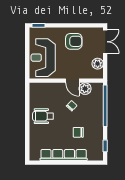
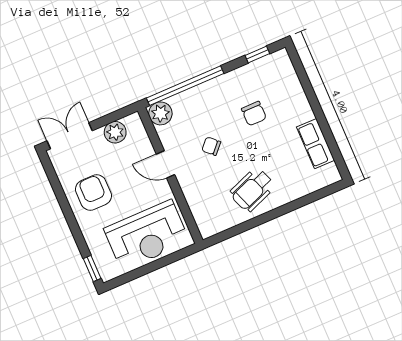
door: (72, 81) -> (165, 164), swing flipped
plant: (85, 89) -> (160, 113), moved
wheelchair: (43, 116) -> (252, 190), turned 69
row of seats: (64, 155) -> (316, 144), width x0.50

